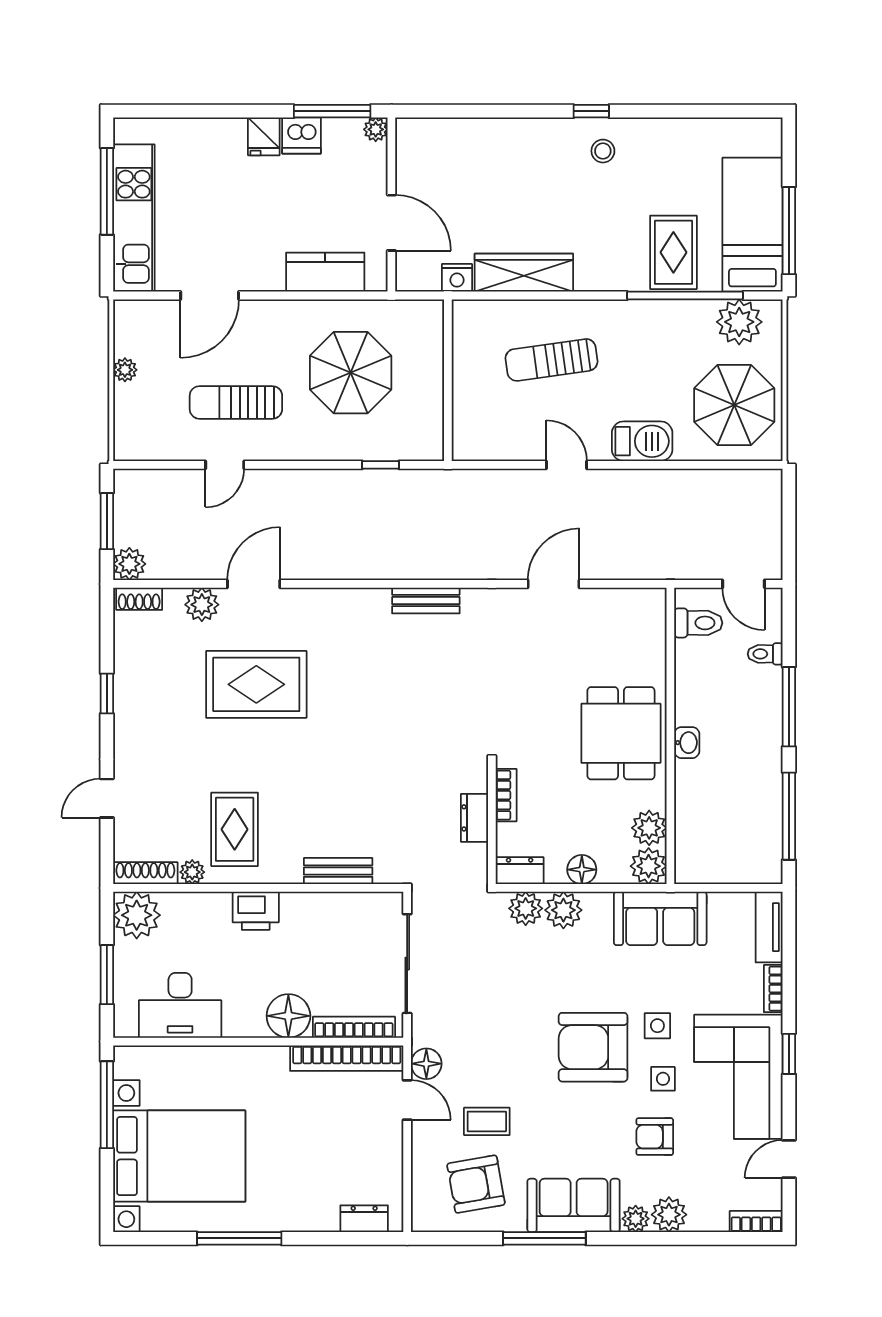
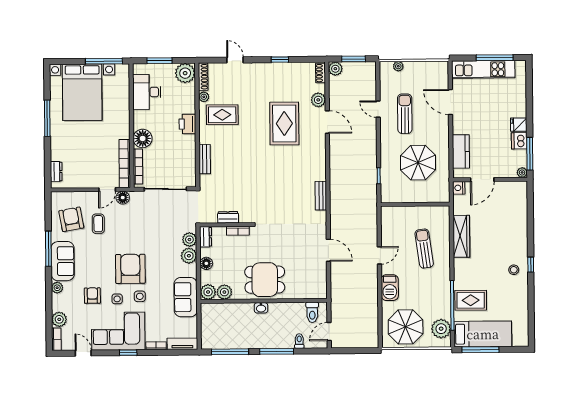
nightstand: (457, 278) -> (459, 188), moved
plant: (125, 370) -> (398, 66), moved
plant: (669, 1215) -> (59, 319), moved

